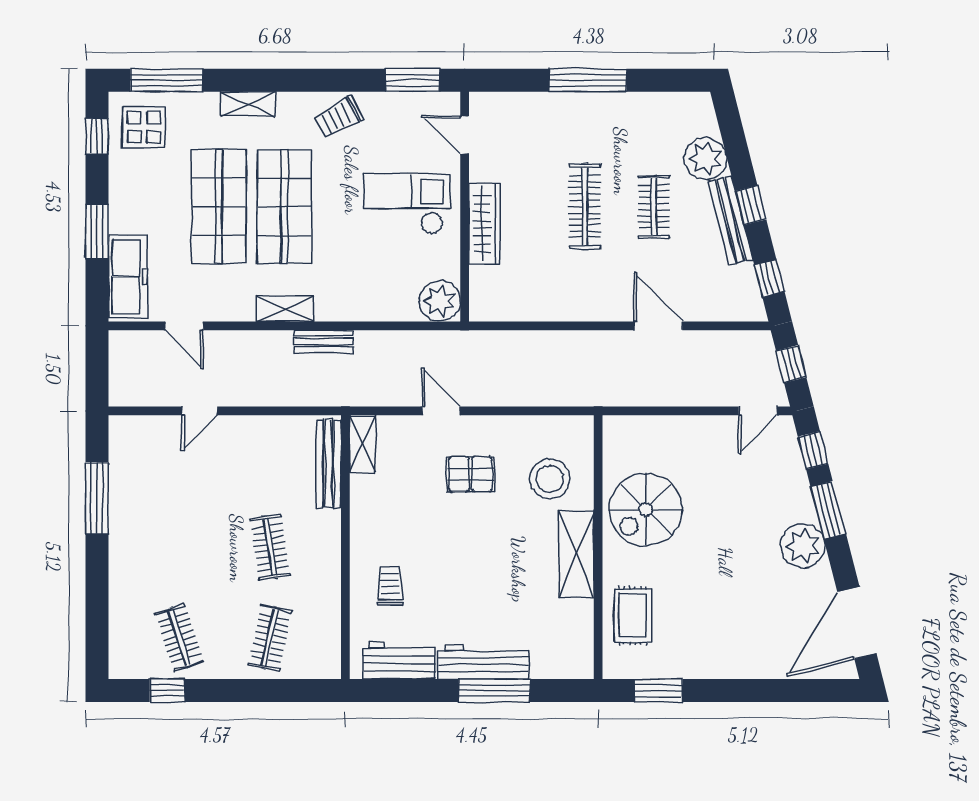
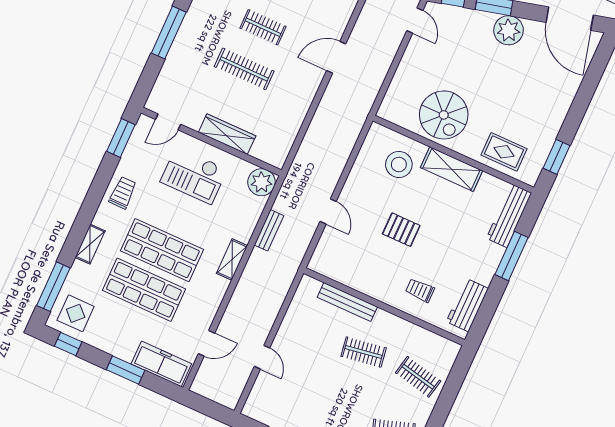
trolley: (339, 117) -> (123, 193), turned -152
checkout: (407, 204) -> (194, 175), turned -90
shelving: (285, 309) -> (232, 259), moved
bench: (324, 341) -> (269, 230), moved
door: (441, 411) -> (328, 211), swing flipped
shelving: (362, 444) -> (326, 268), removed
bench: (329, 464) -> (347, 302), moved
pallet: (471, 474) -> (401, 230), moved, turned 90
workbench: (483, 662) -> (509, 216), moved

